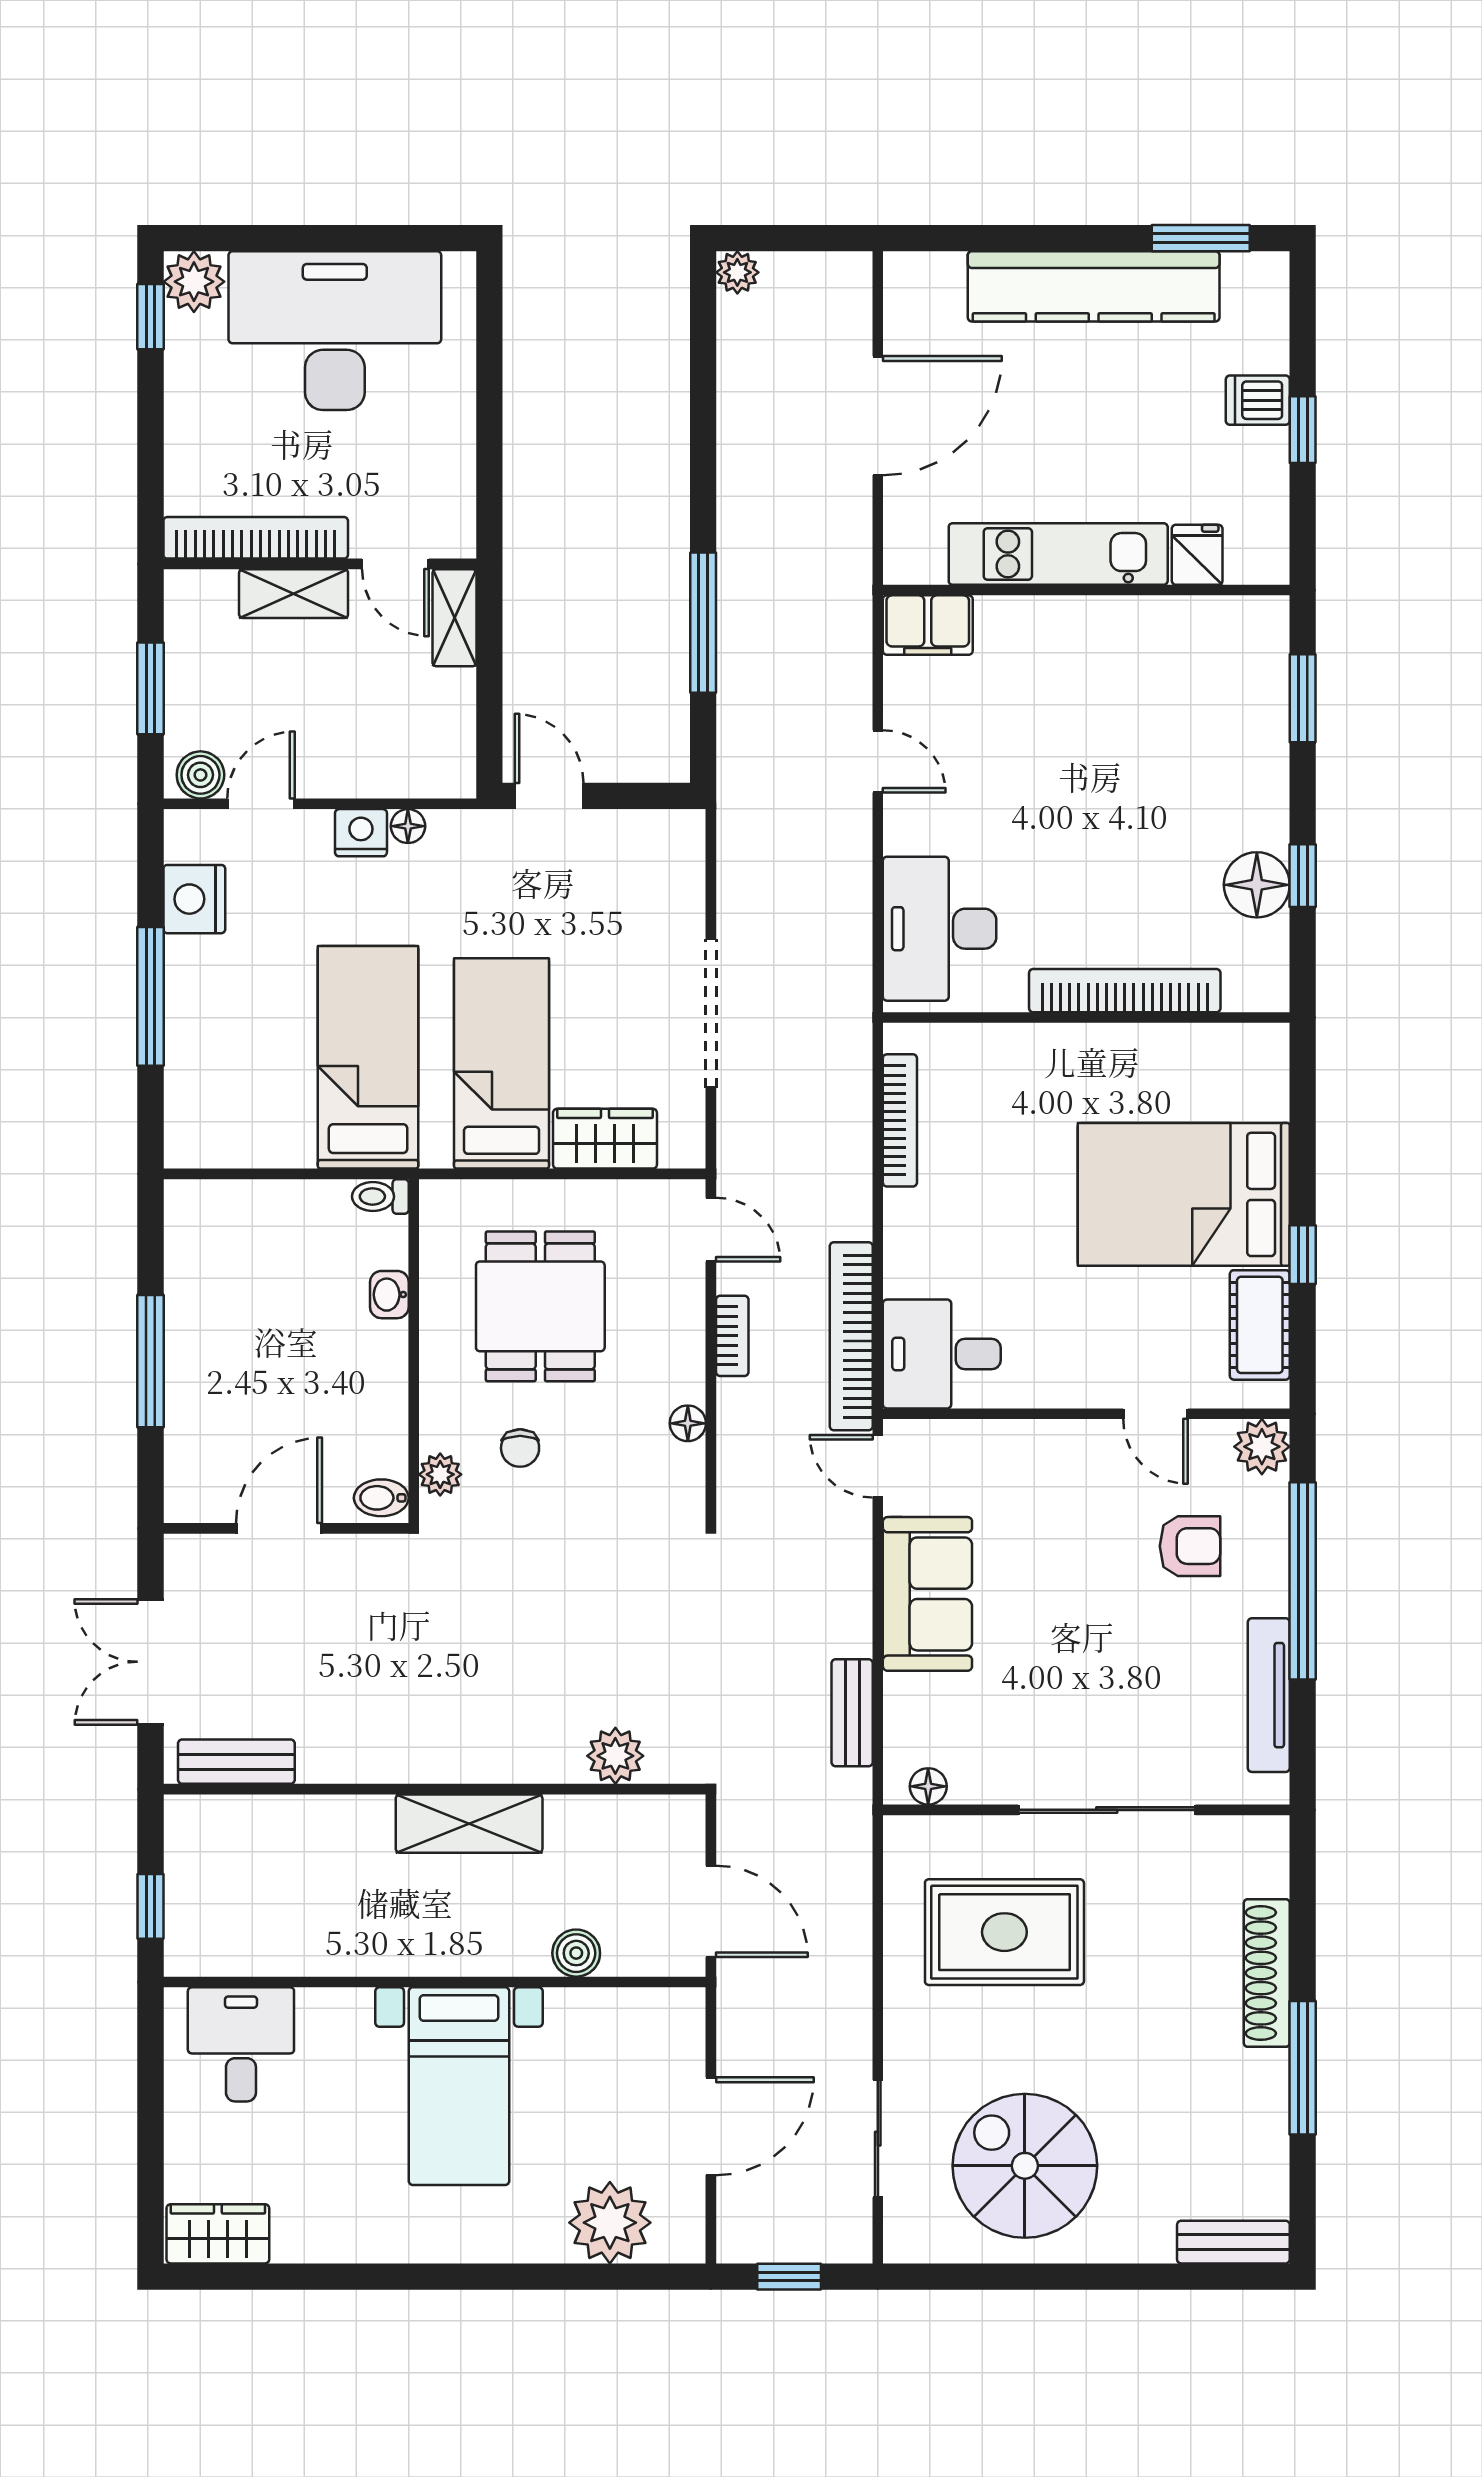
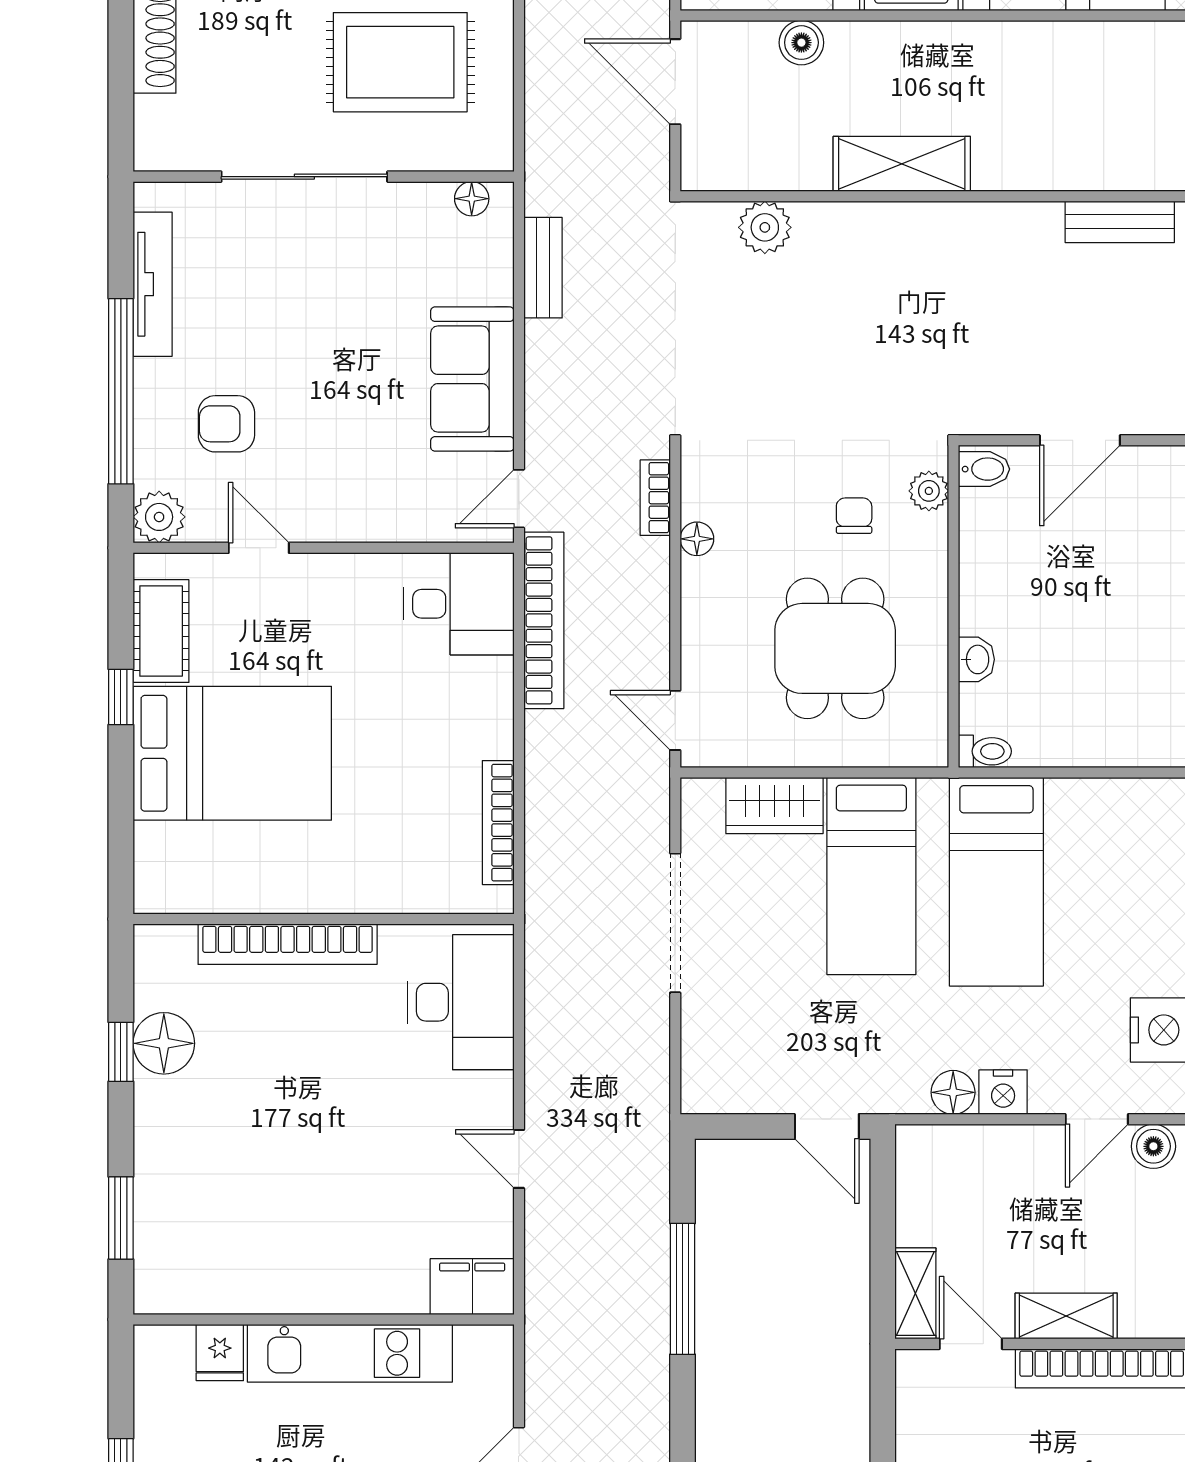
floor lamp: (408, 826) -> (953, 1092), width x1.37, depth x1.37
bookcase: (732, 1336) -> (655, 498), moved
door: (878, 1466) -> (519, 499), swing flipped

